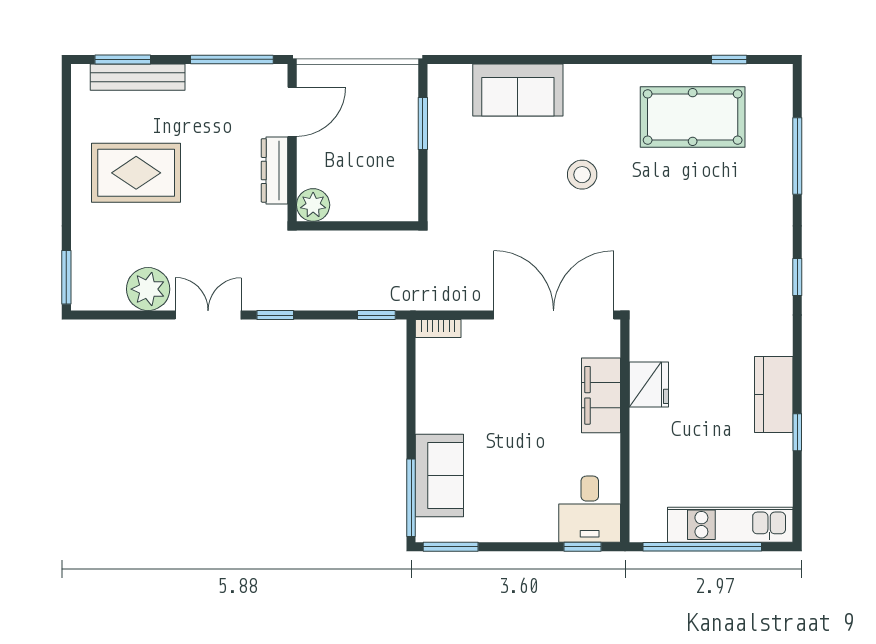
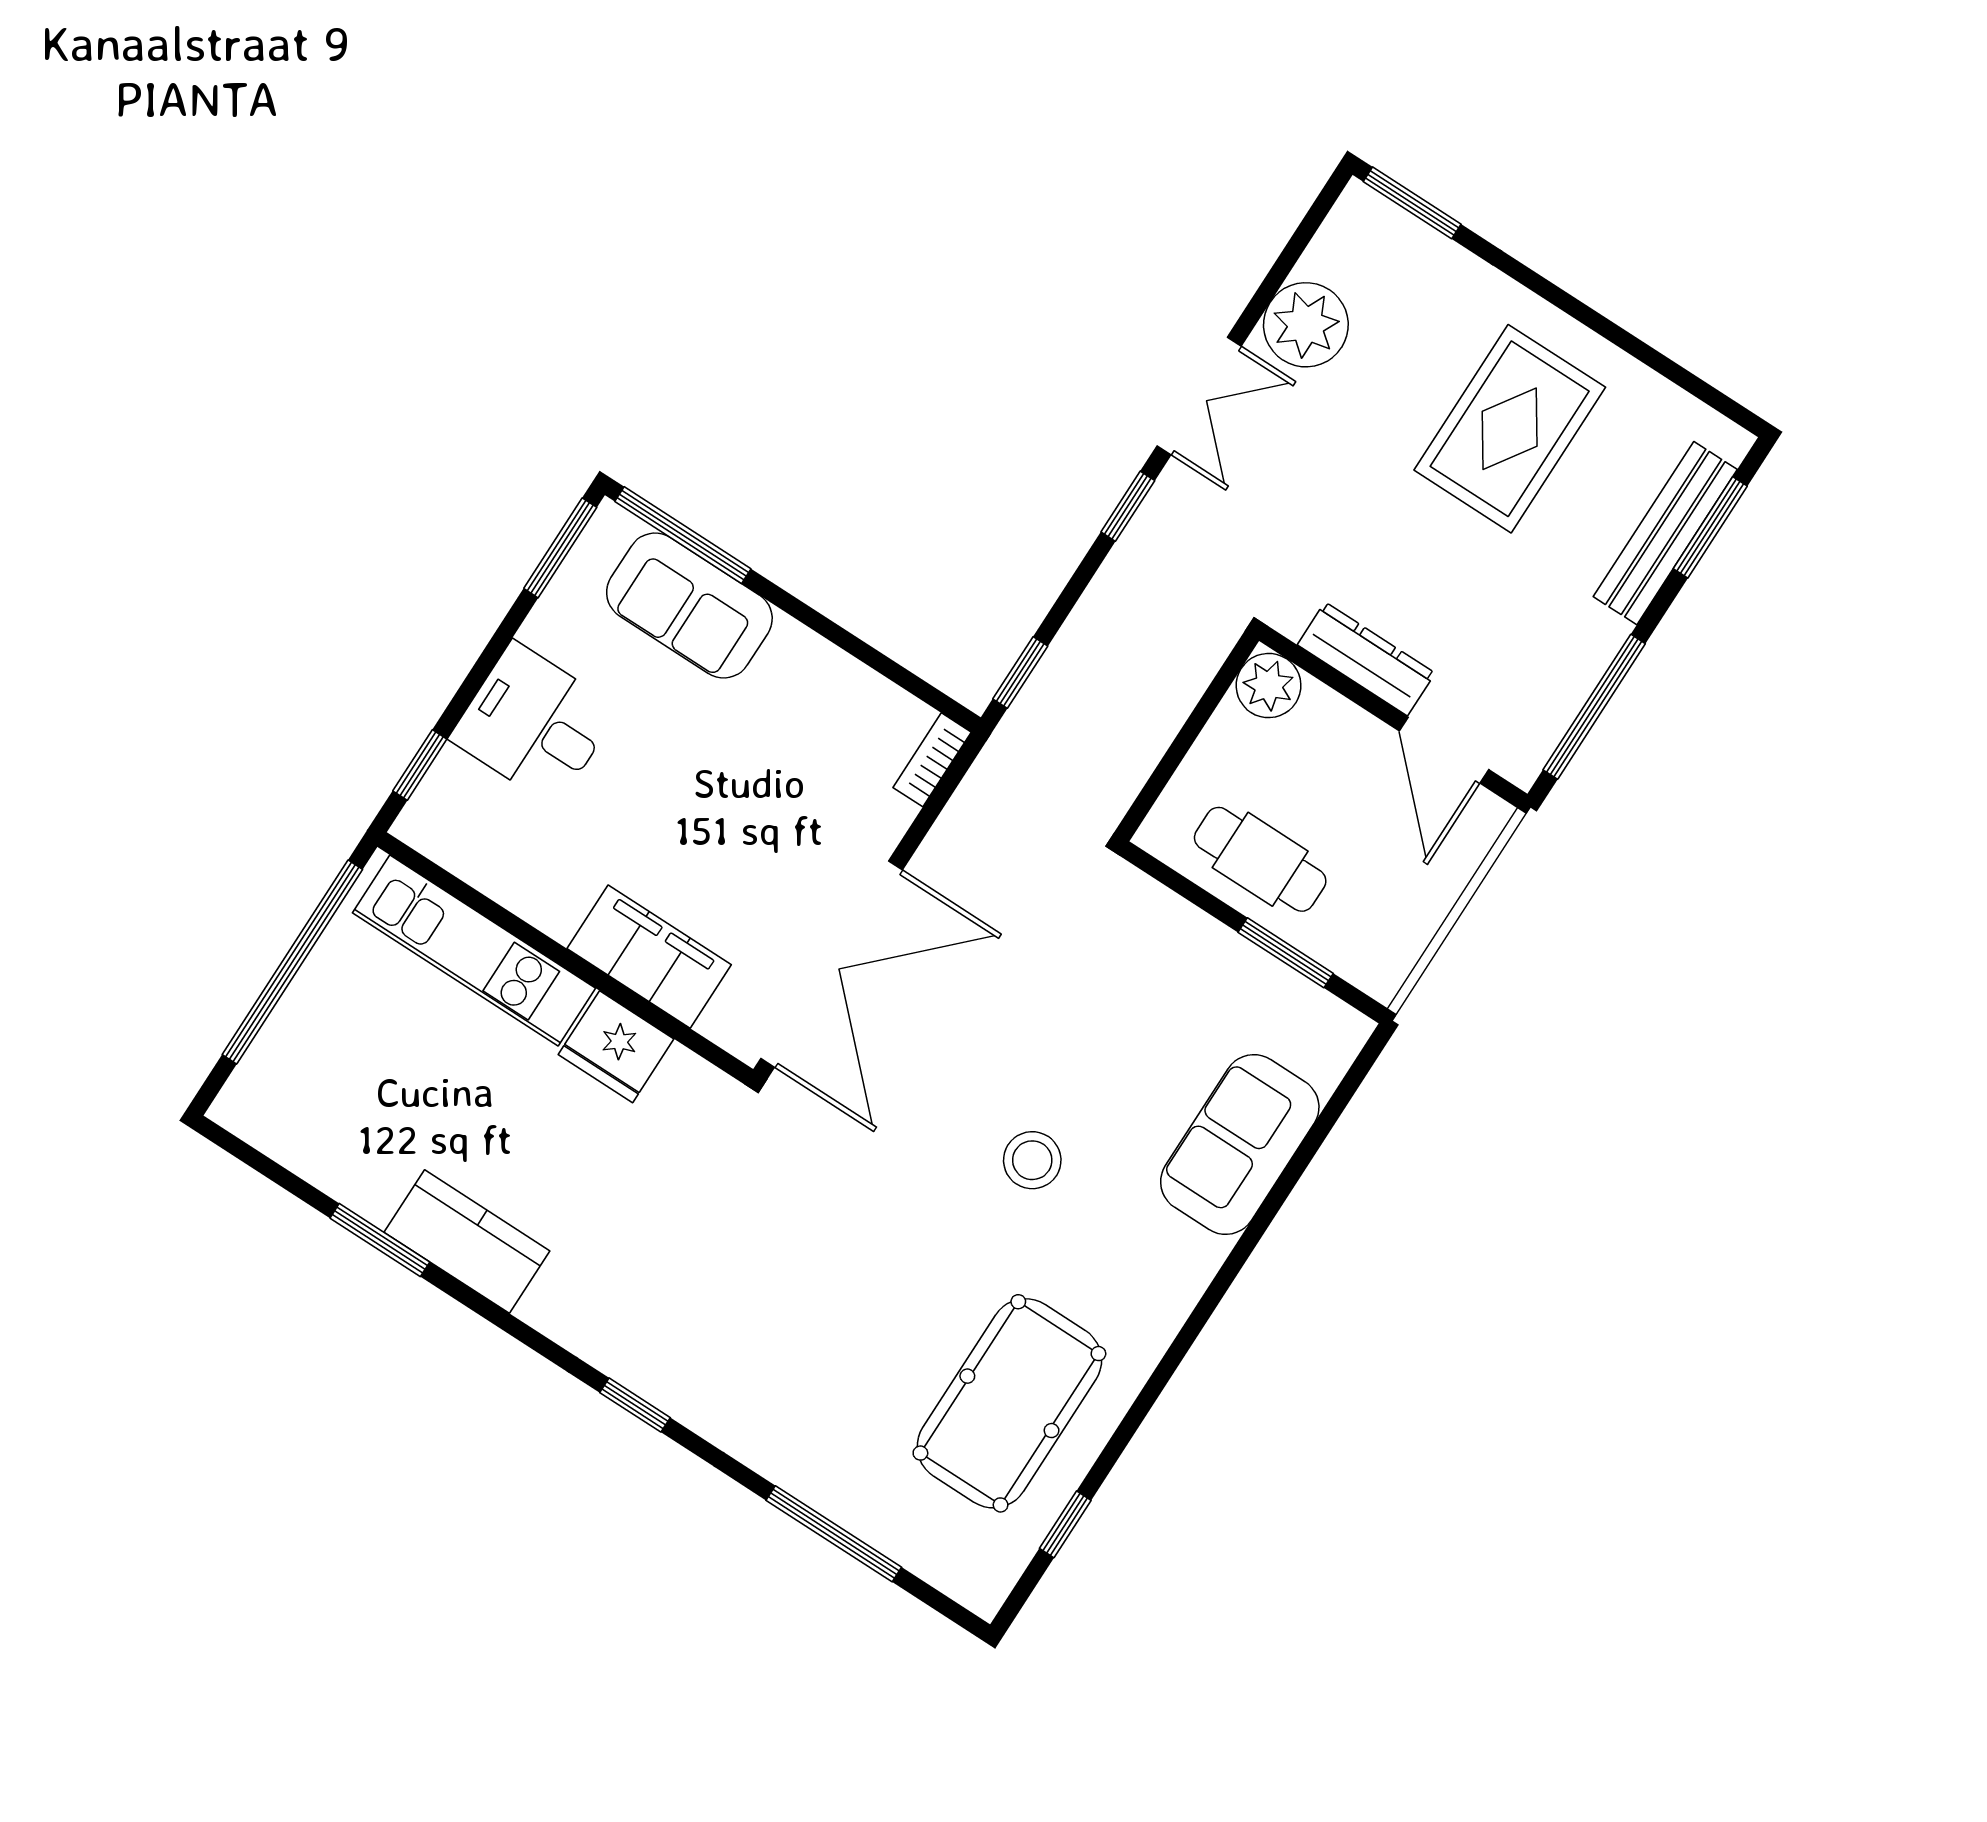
cafe table: (390, 160) -> (1260, 859), added
window: (797, 432) -> (380, 1240), width x1.50
desk: (590, 509) -> (534, 724), moved
kitchen unit: (730, 525) -> (474, 951), moved, turned 90

